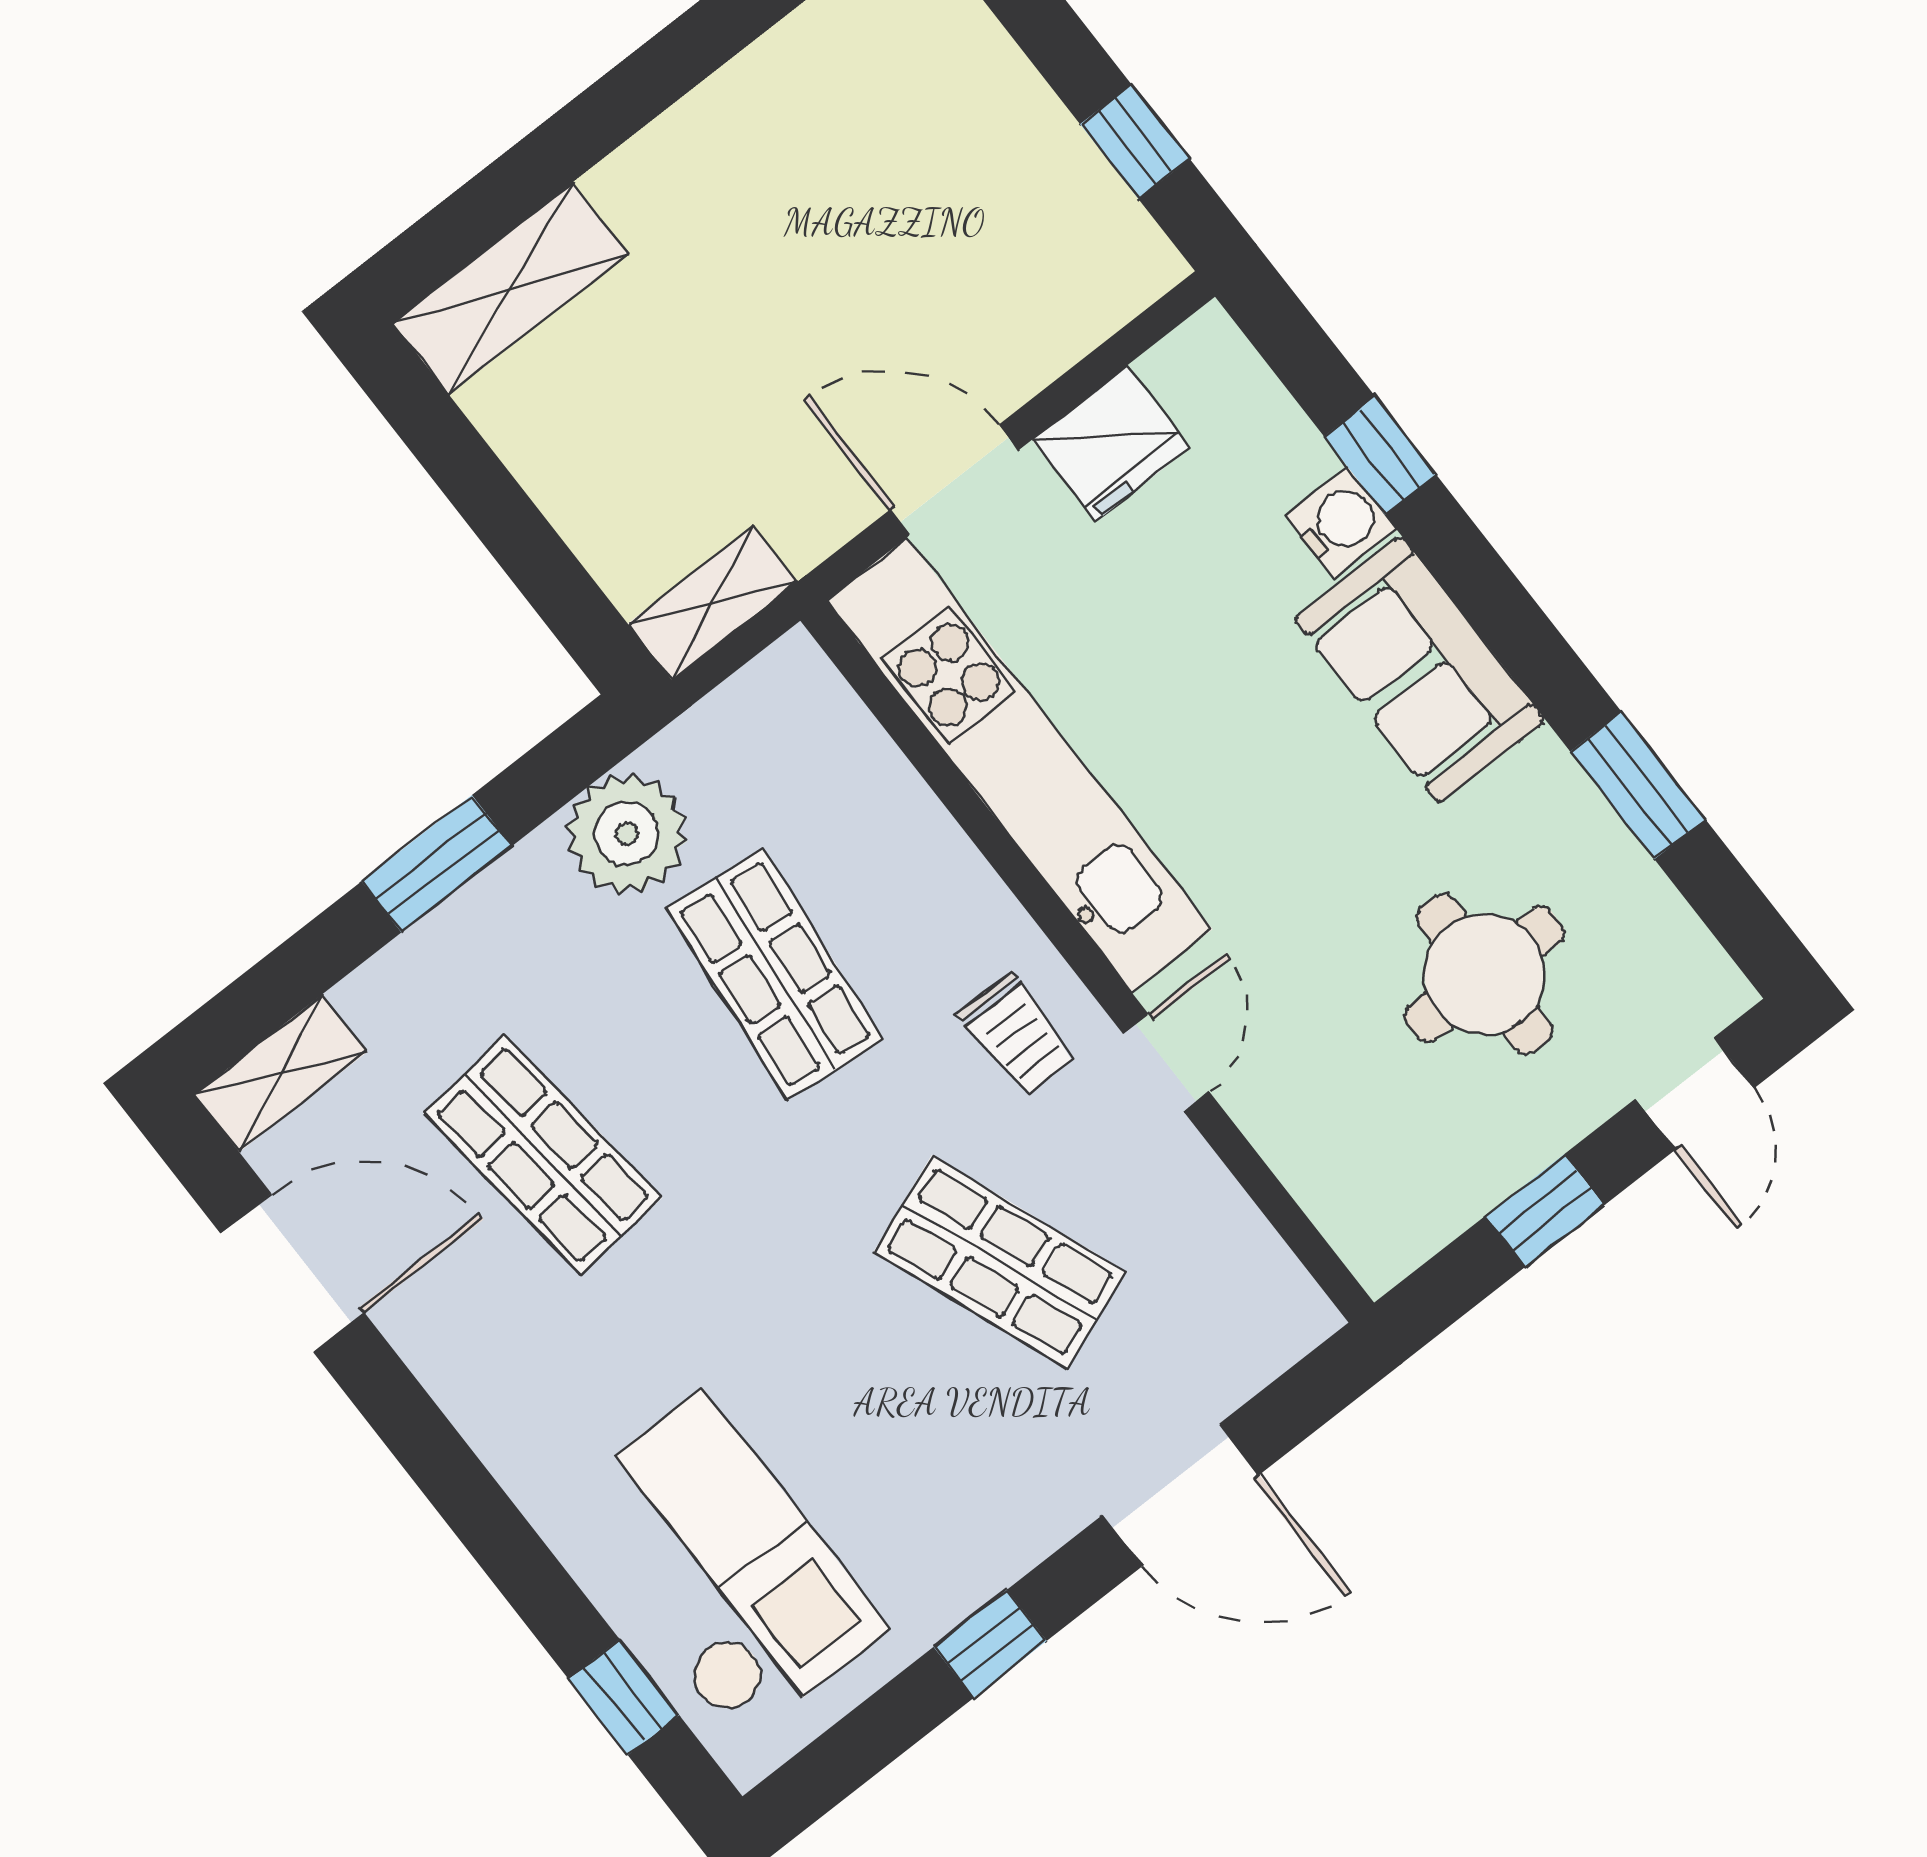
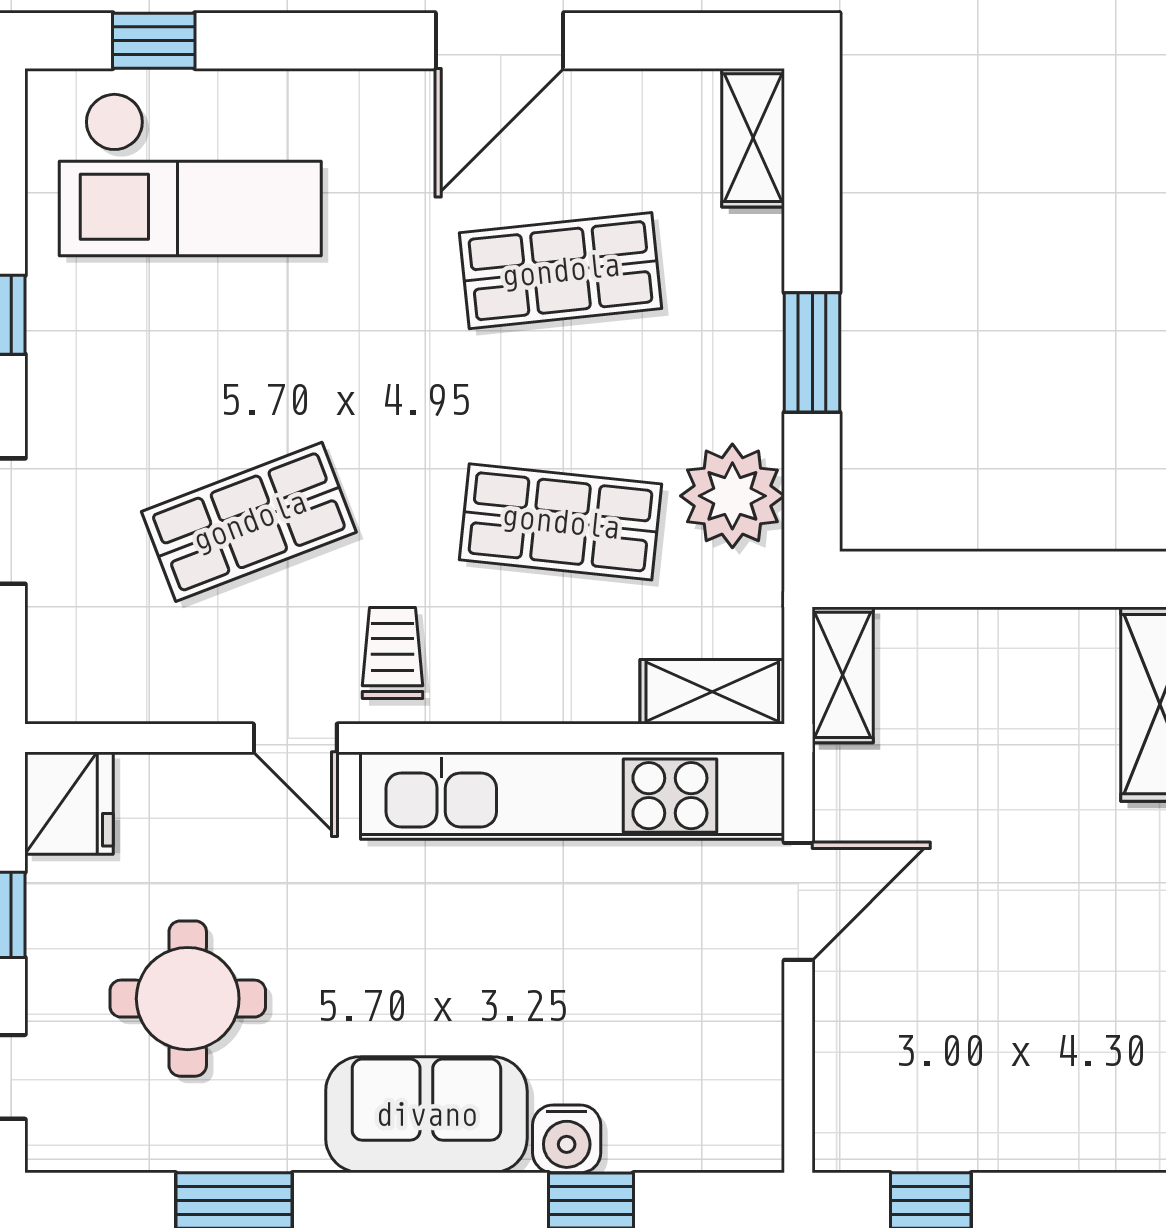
fridge: (1111, 444) -> (69, 803), moved, turned 180
shelving: (822, 711) -> (712, 692), added
trolley: (1017, 1034) -> (393, 653), turned 90
door: (292, 1273) -> (499, 41), moved

